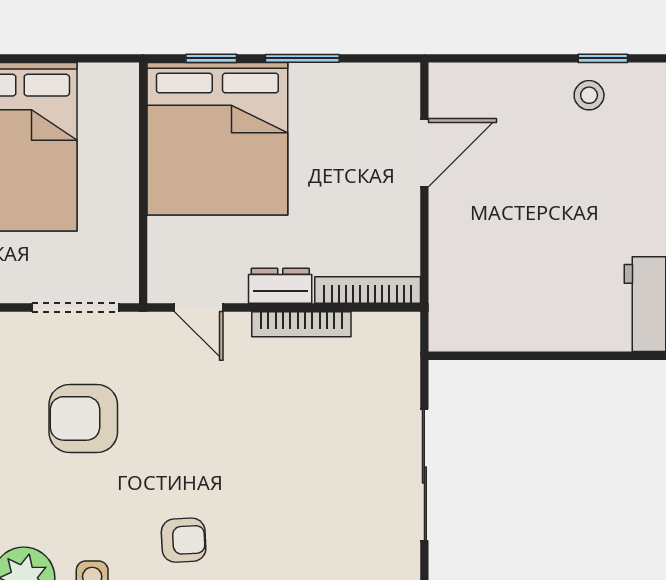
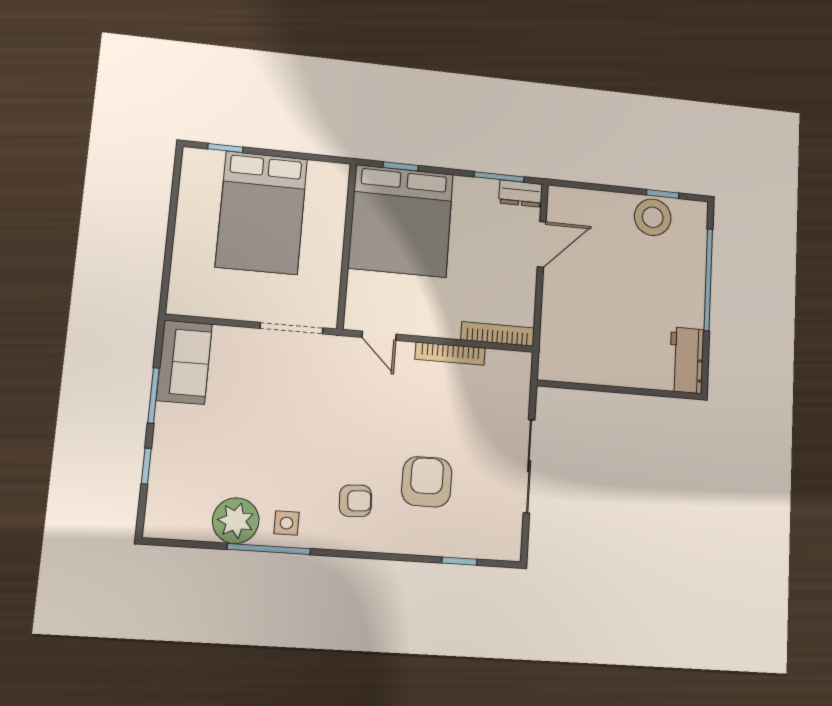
window: (302, 58) -> (499, 177), moved
stool: (589, 95) -> (653, 217), width x1.89, depth x1.89
dresser: (280, 286) -> (521, 194), moved, turned 180
armchair: (83, 418) -> (427, 482), moved, turned 90

